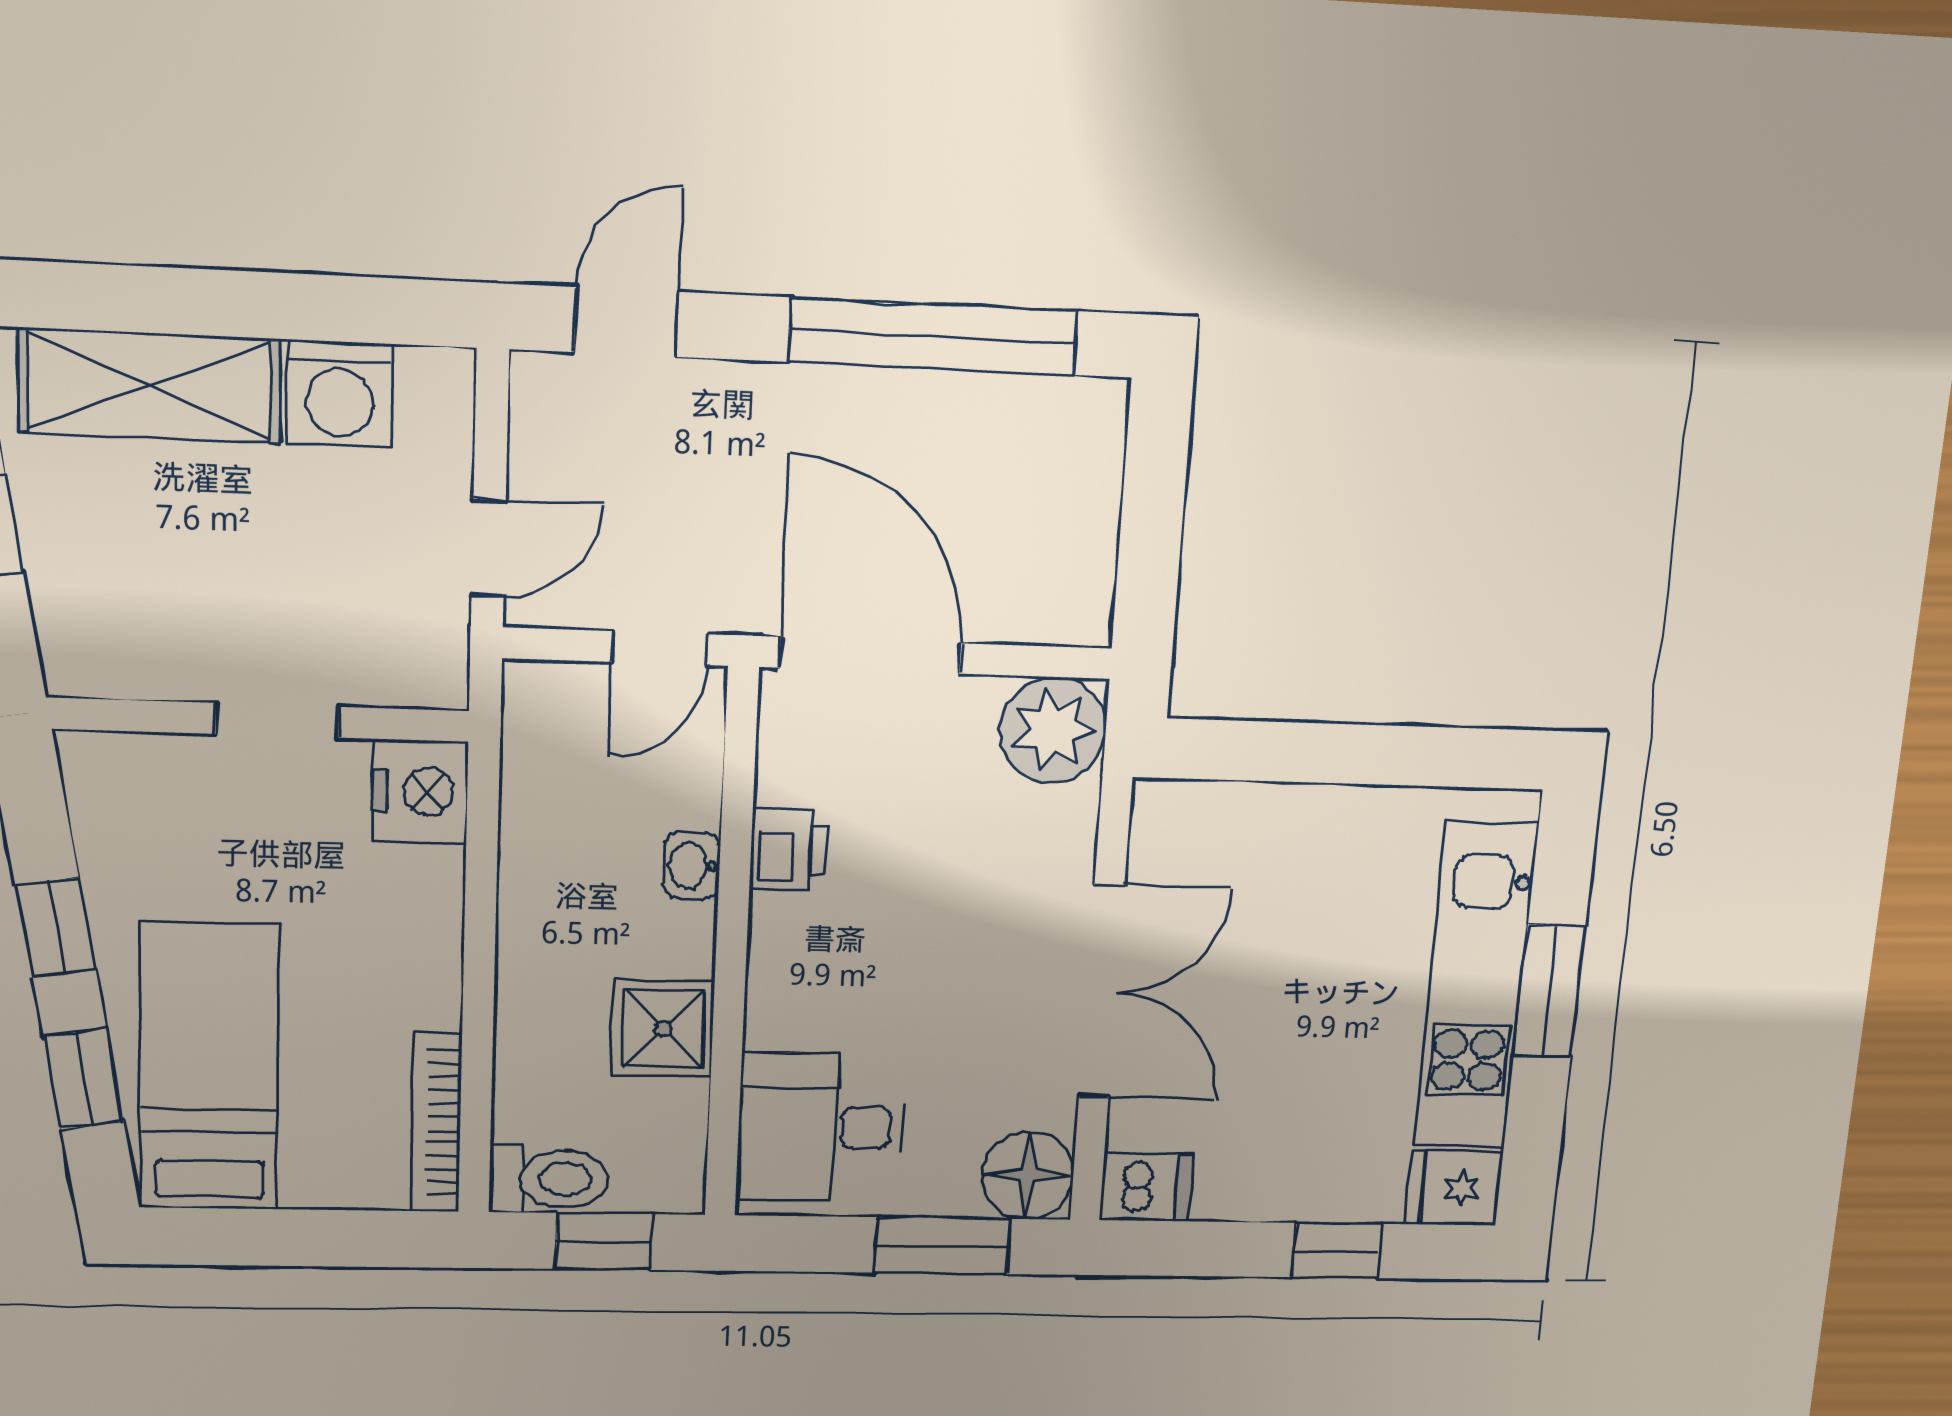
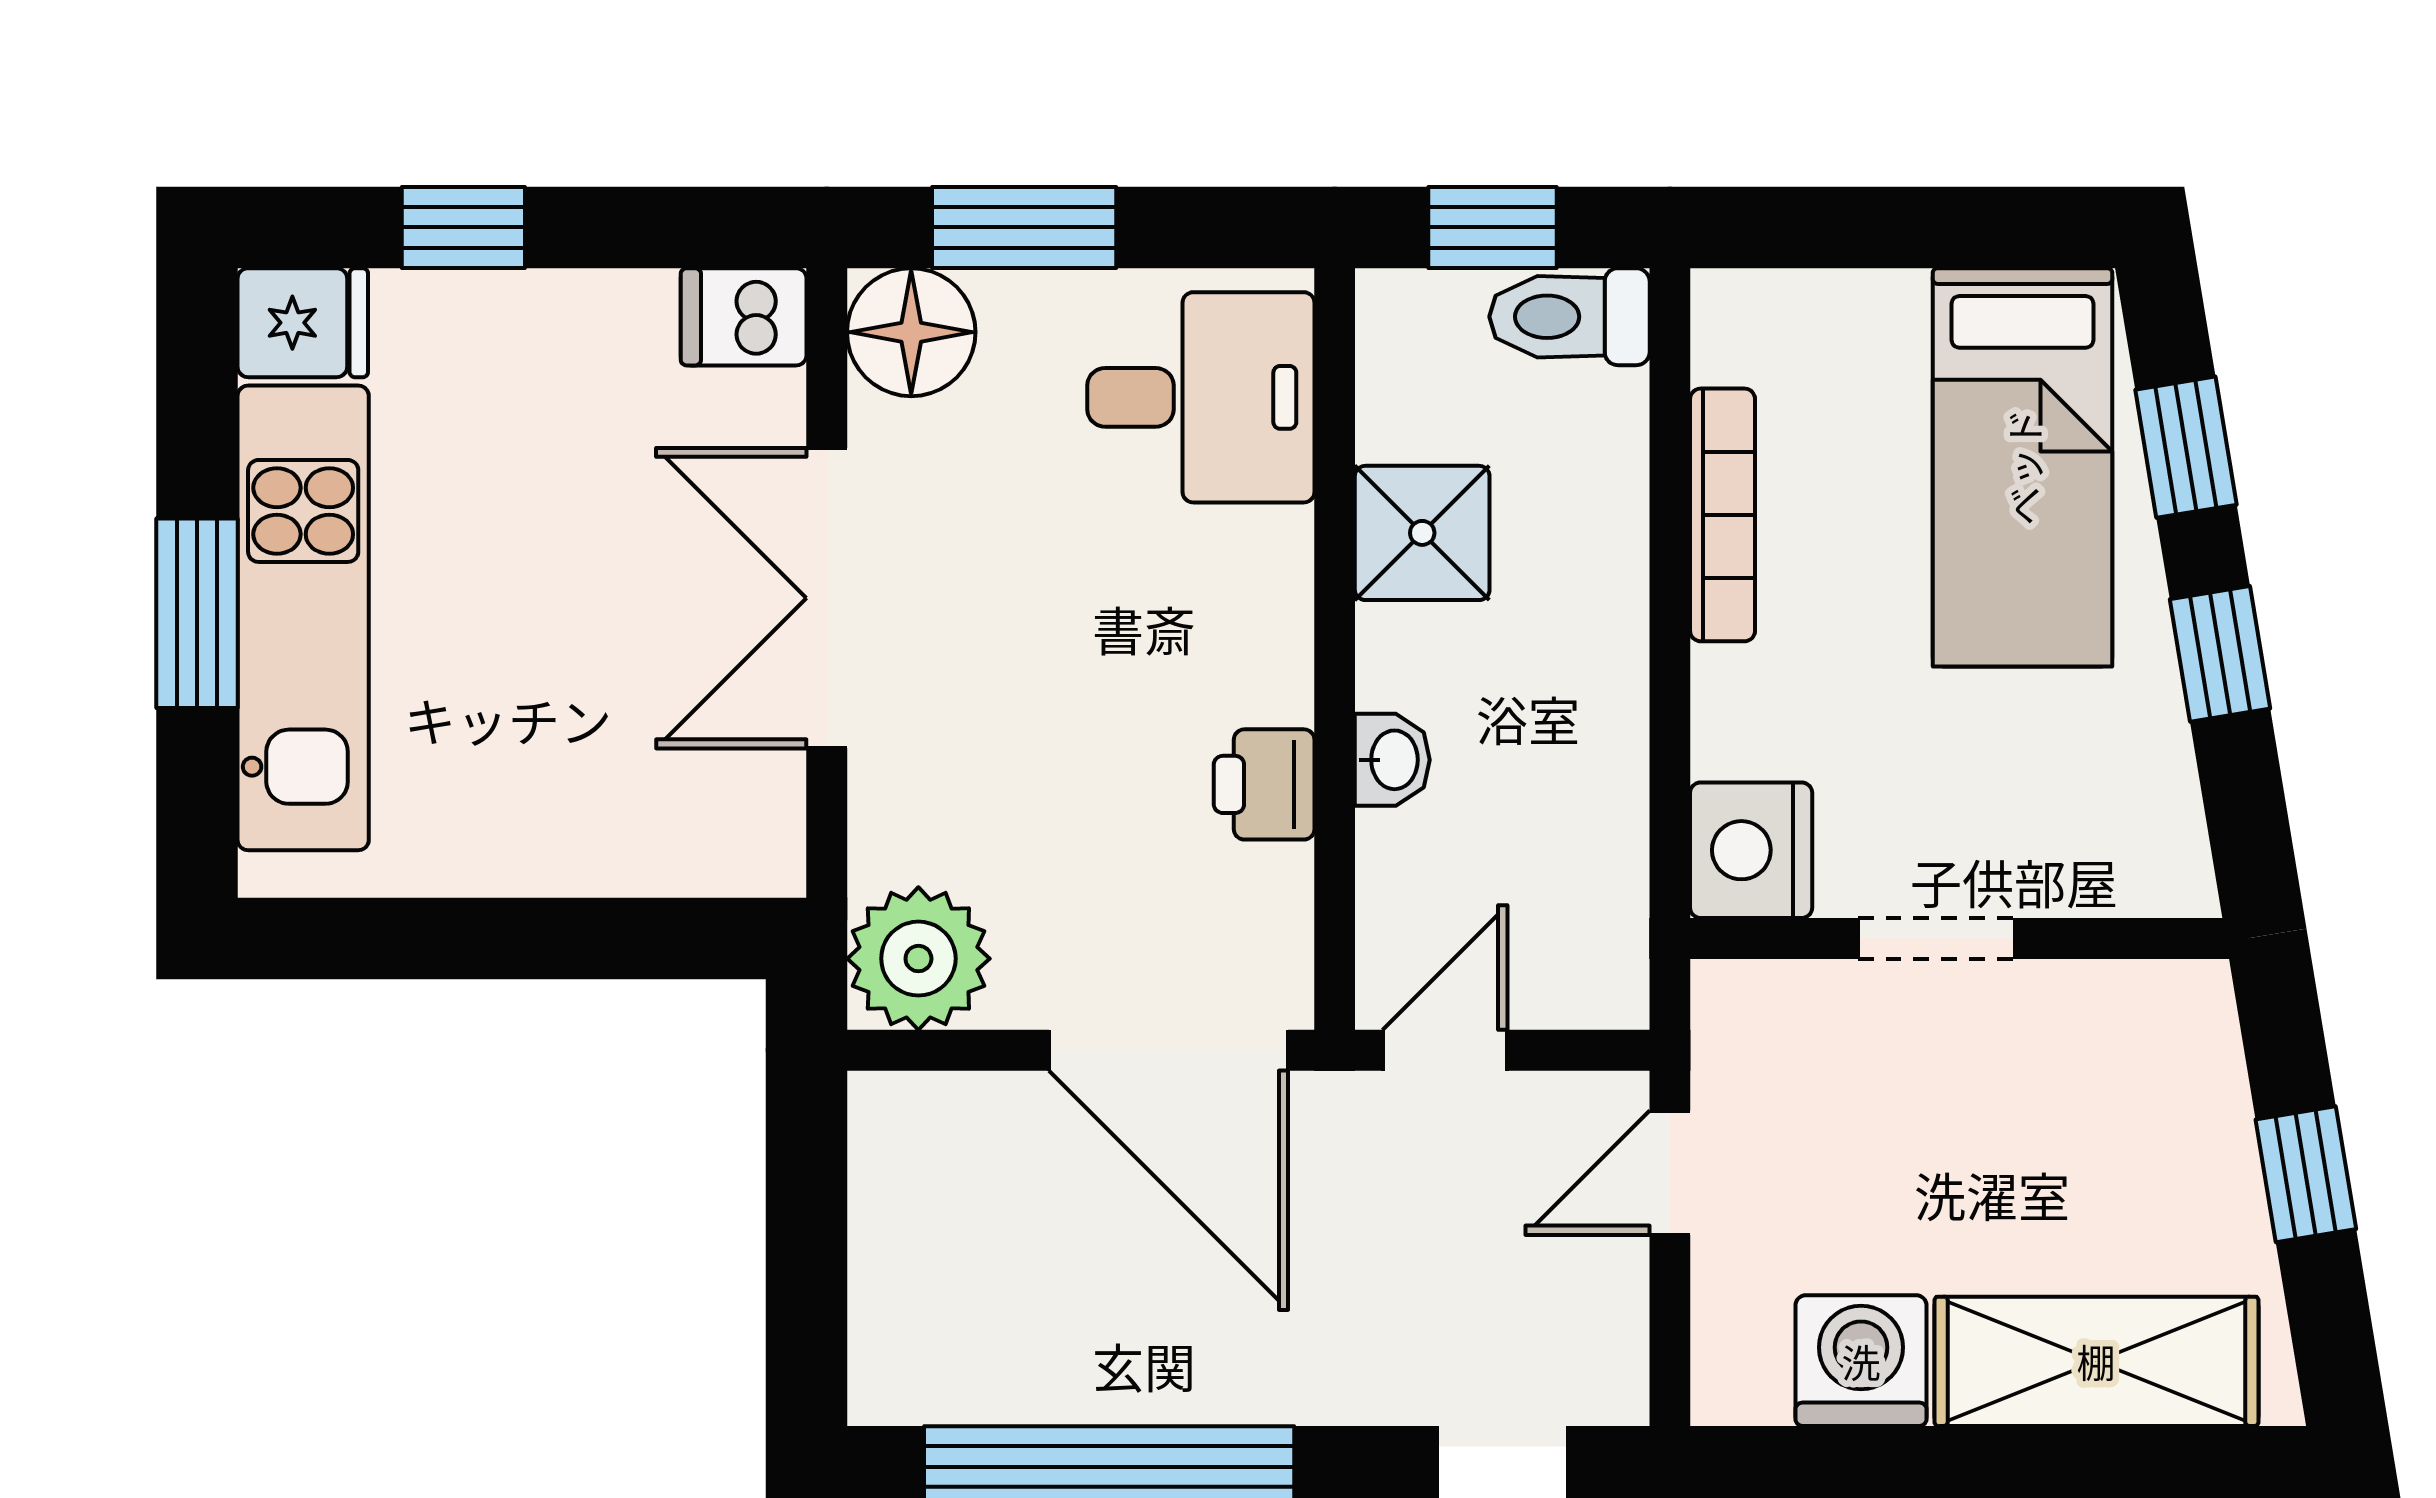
bookcase: (436, 1123) -> (1723, 515), moved

